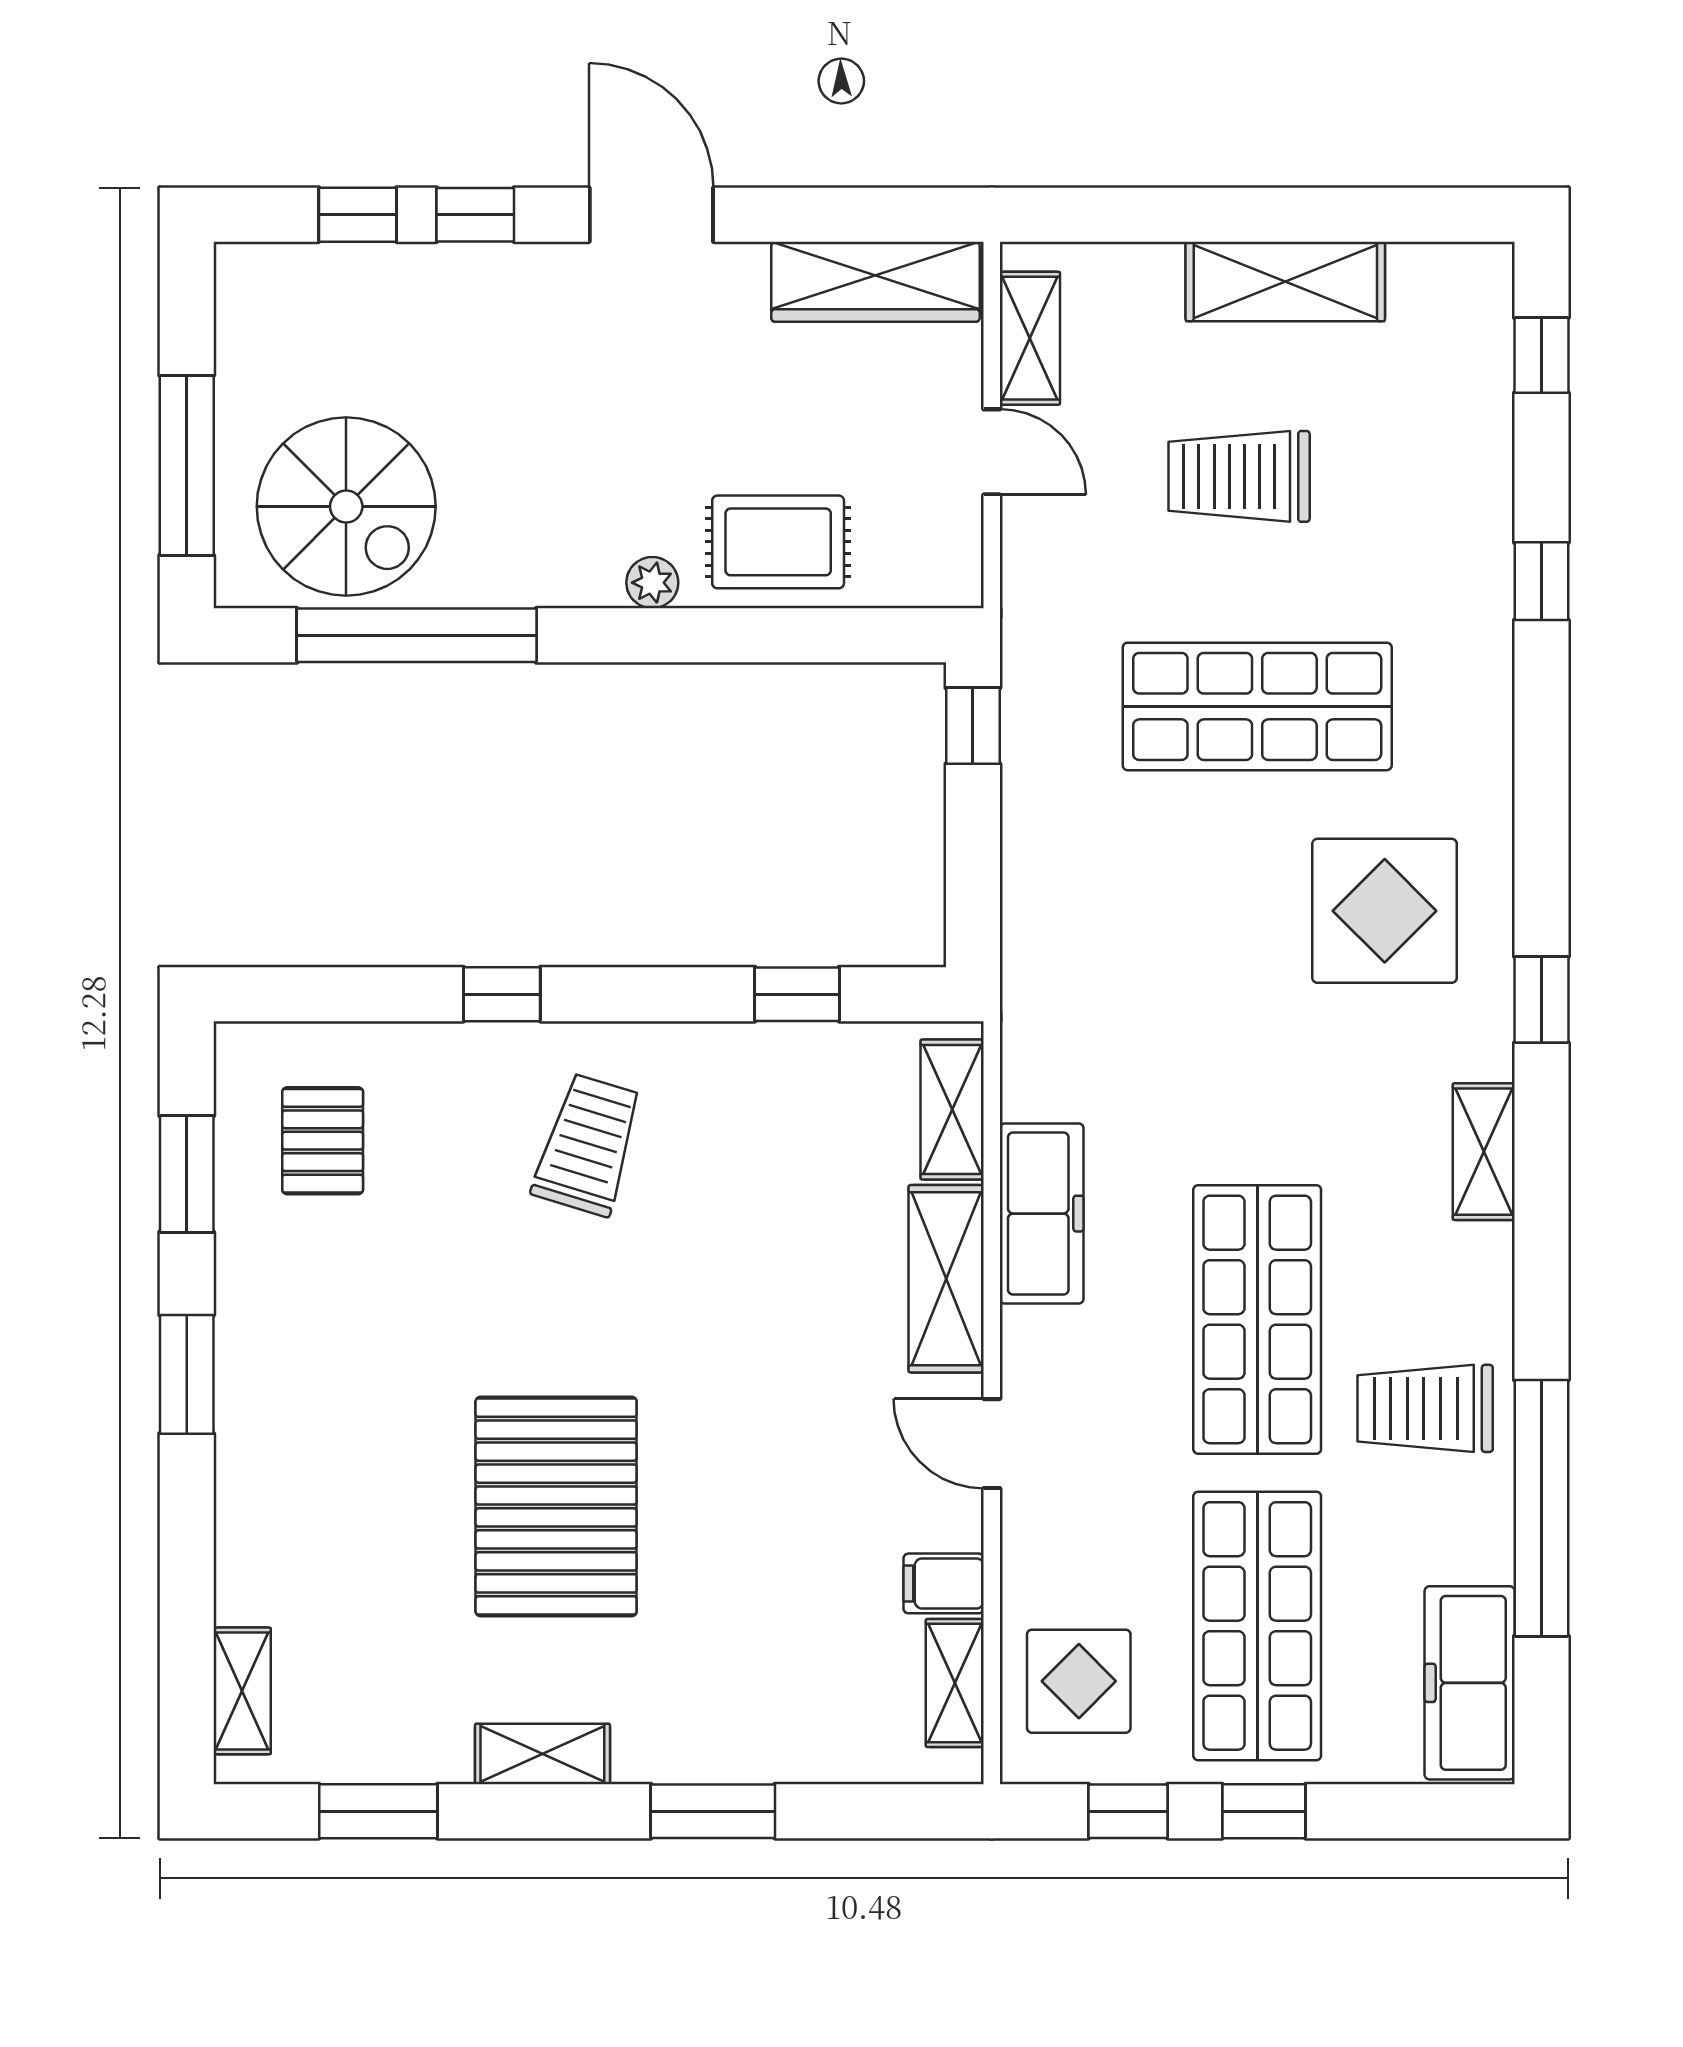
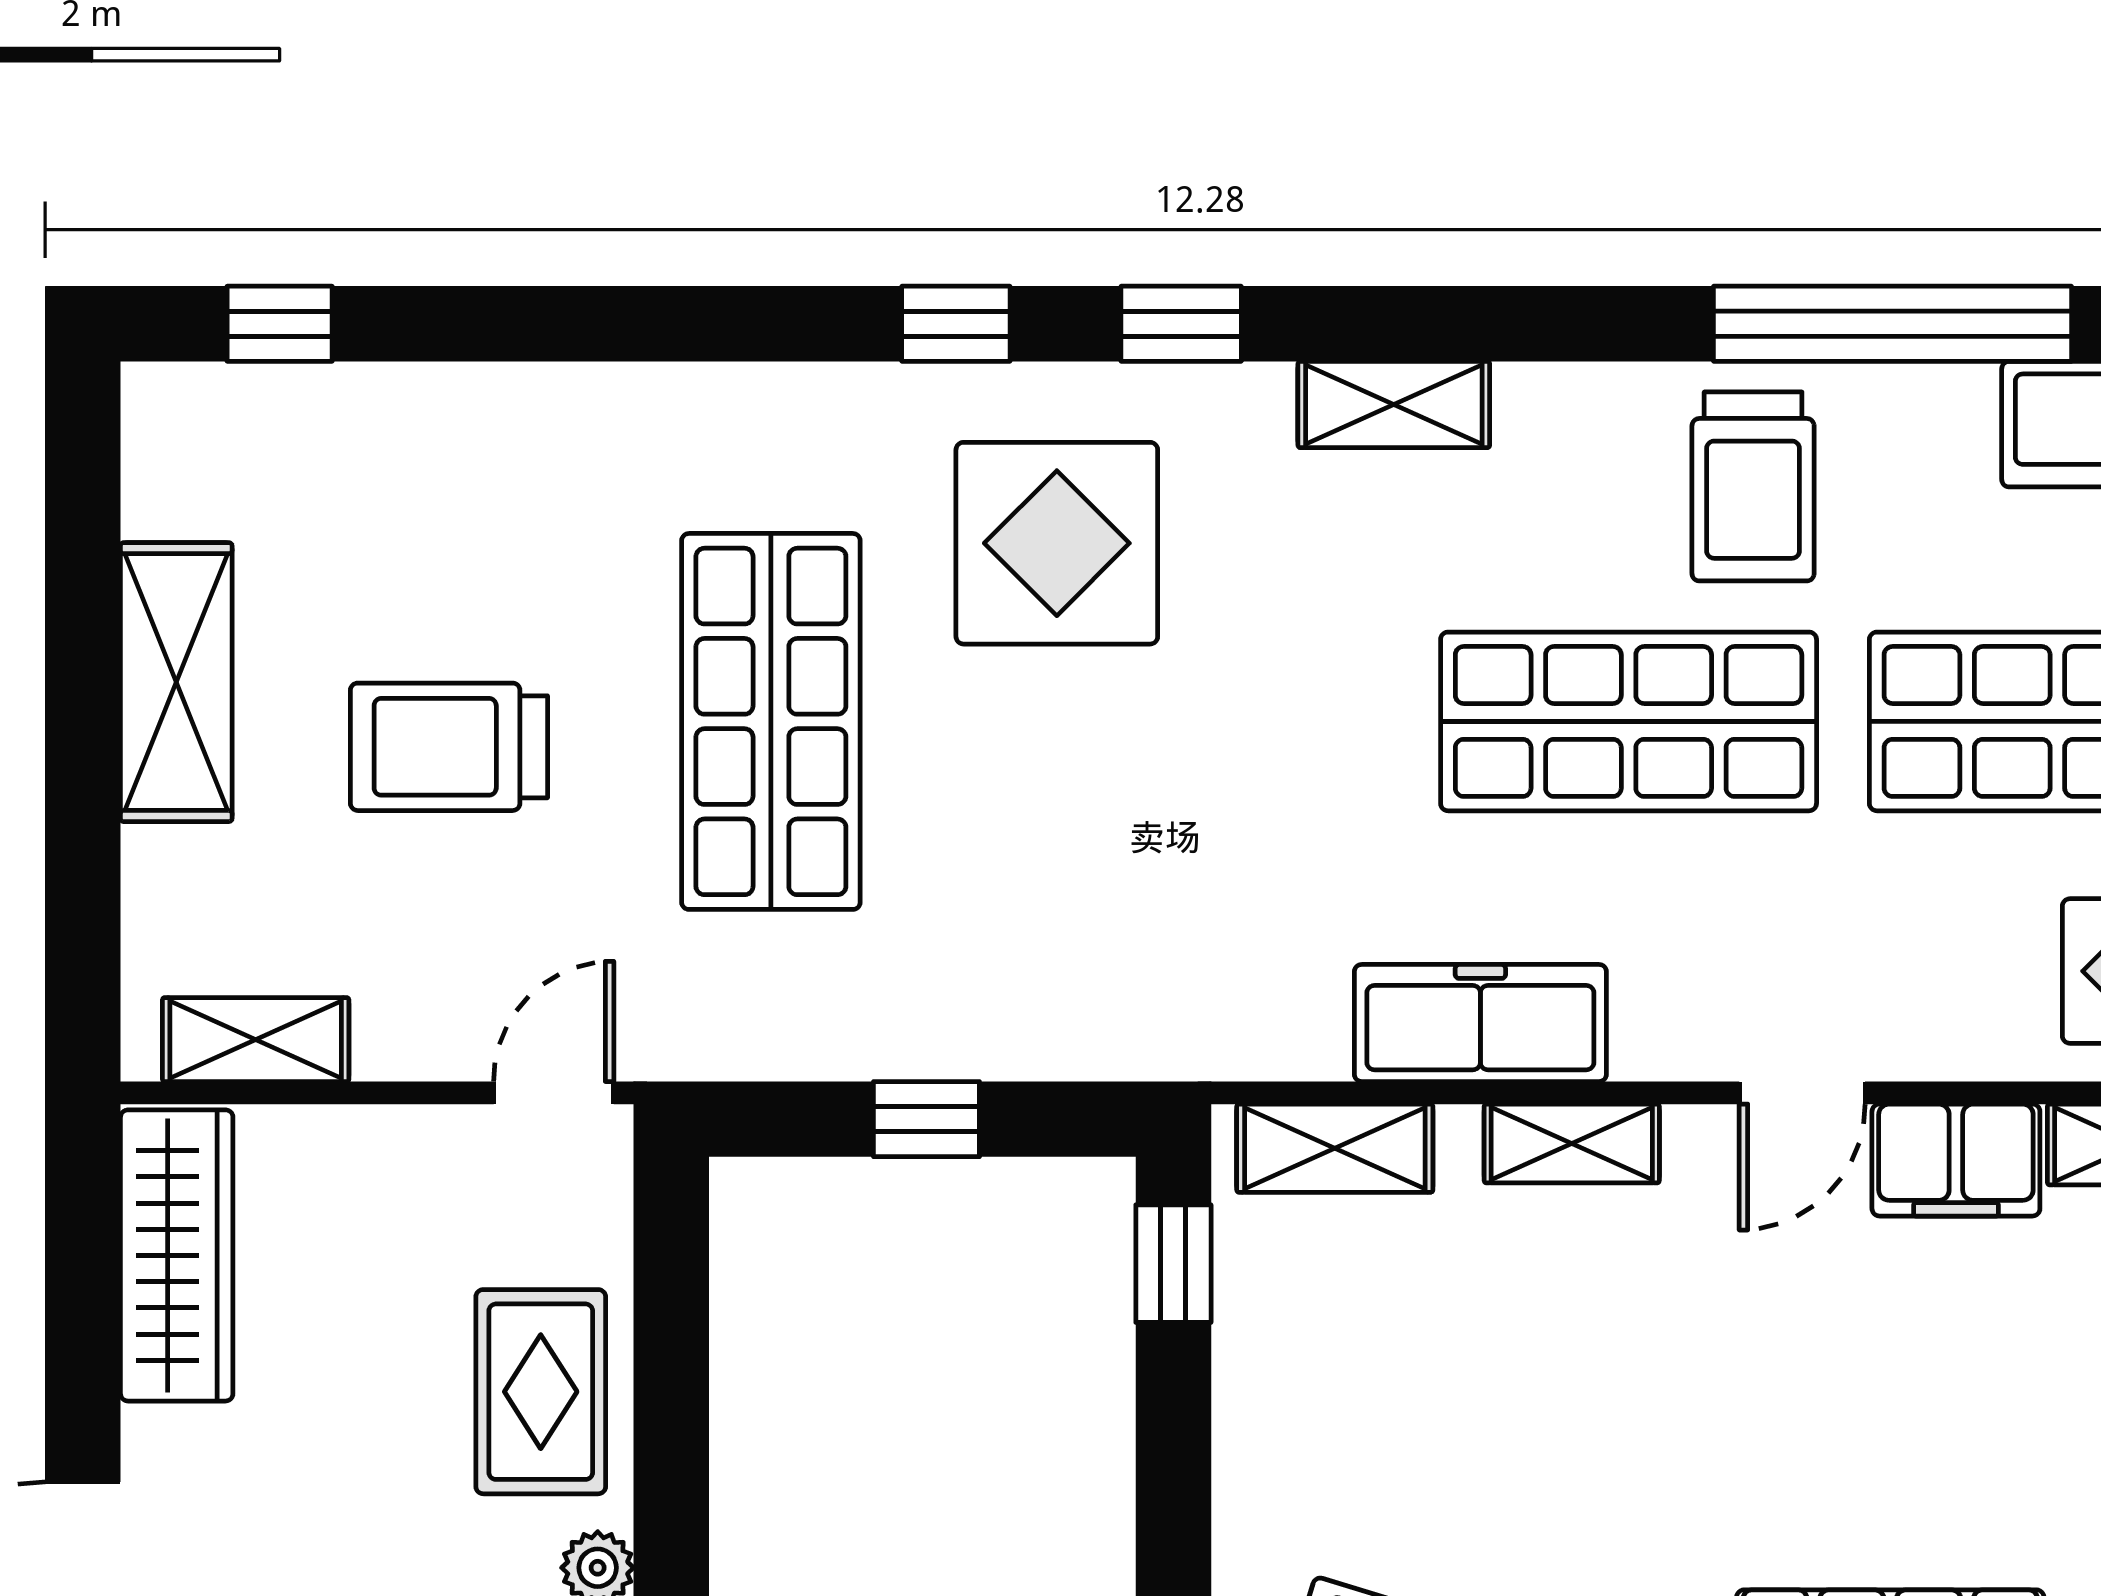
door: (992, 452) -> (554, 1093), moved
trolley: (1239, 476) -> (449, 747), turned 90
window: (1541, 581) -> (956, 324), moved
window: (973, 726) -> (926, 1119), moved
window: (797, 994) -> (1173, 1264), moved
shelving: (946, 1279) -> (1572, 1143), width x0.67, depth x0.75
filing cabinet: (944, 1583) -> (1956, 1160), width x2.00

